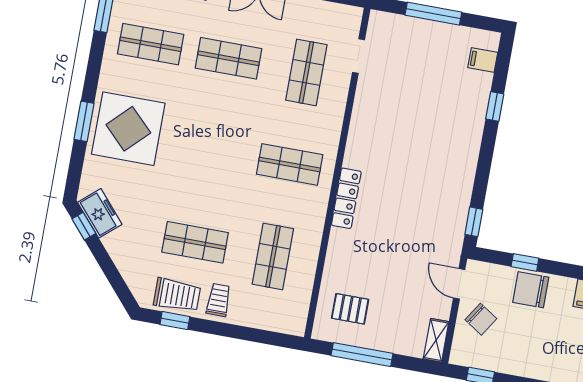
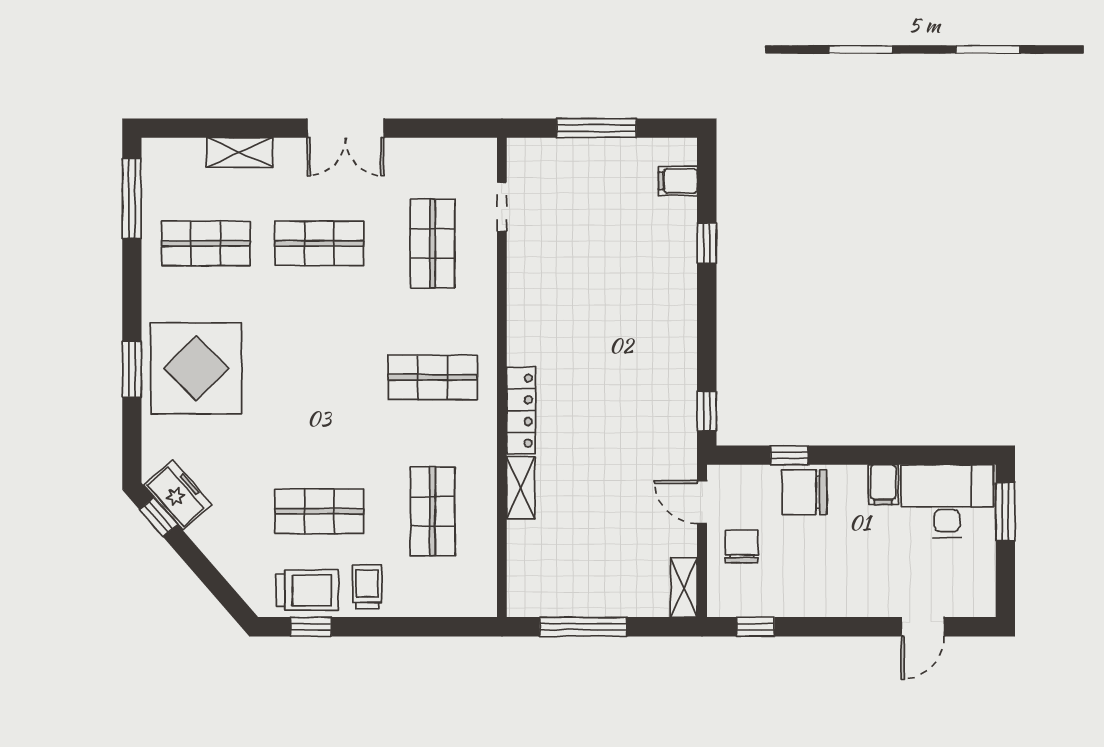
shelving: (336, 251) -> (521, 488), added
pallet: (350, 309) -> (555, 565), removed
chair: (481, 319) -> (742, 546), turned -123

